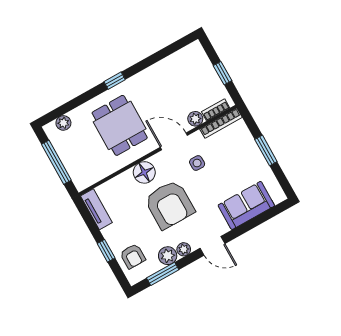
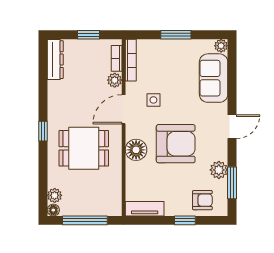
dresser: (184, 56) -> (55, 60), added
floor lamp: (50, 129) -> (53, 210), added
plant: (184, 249) -> (221, 46), moved

